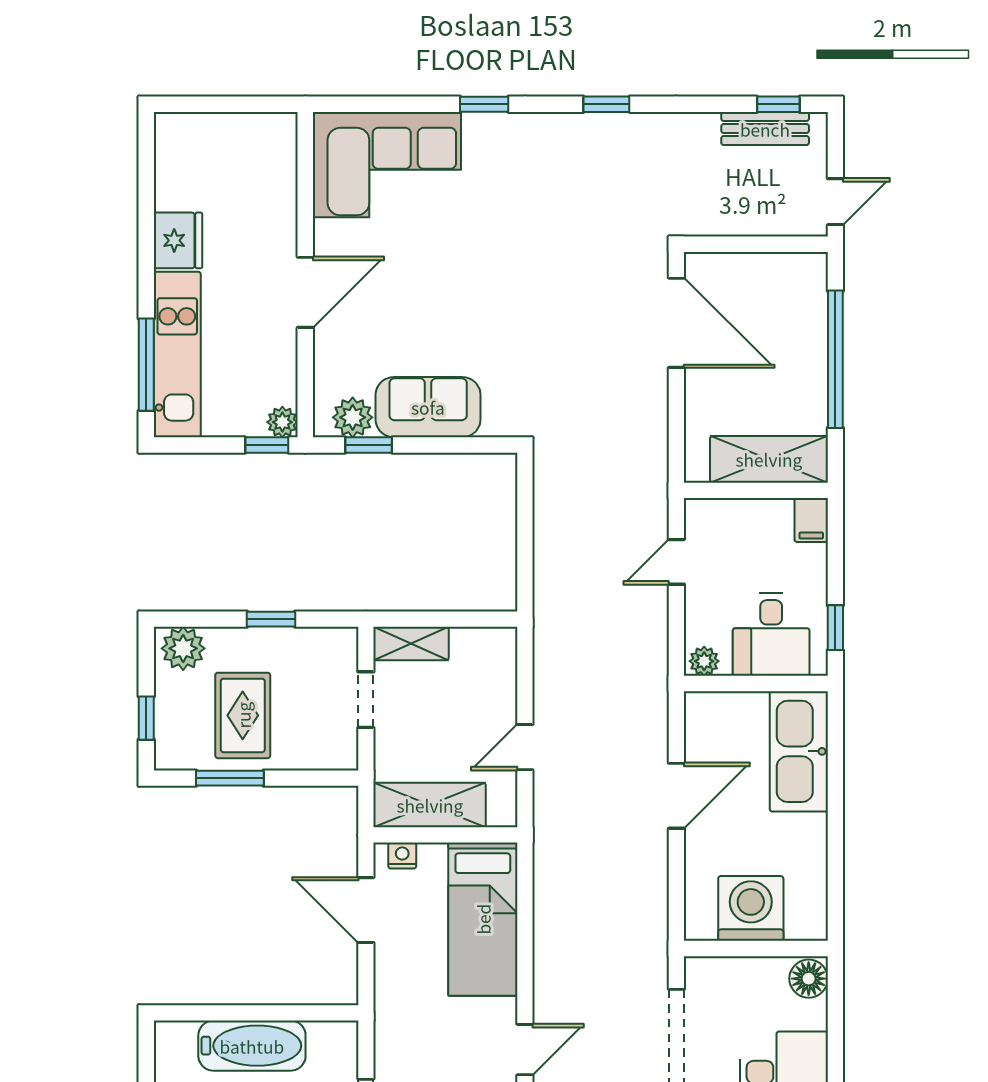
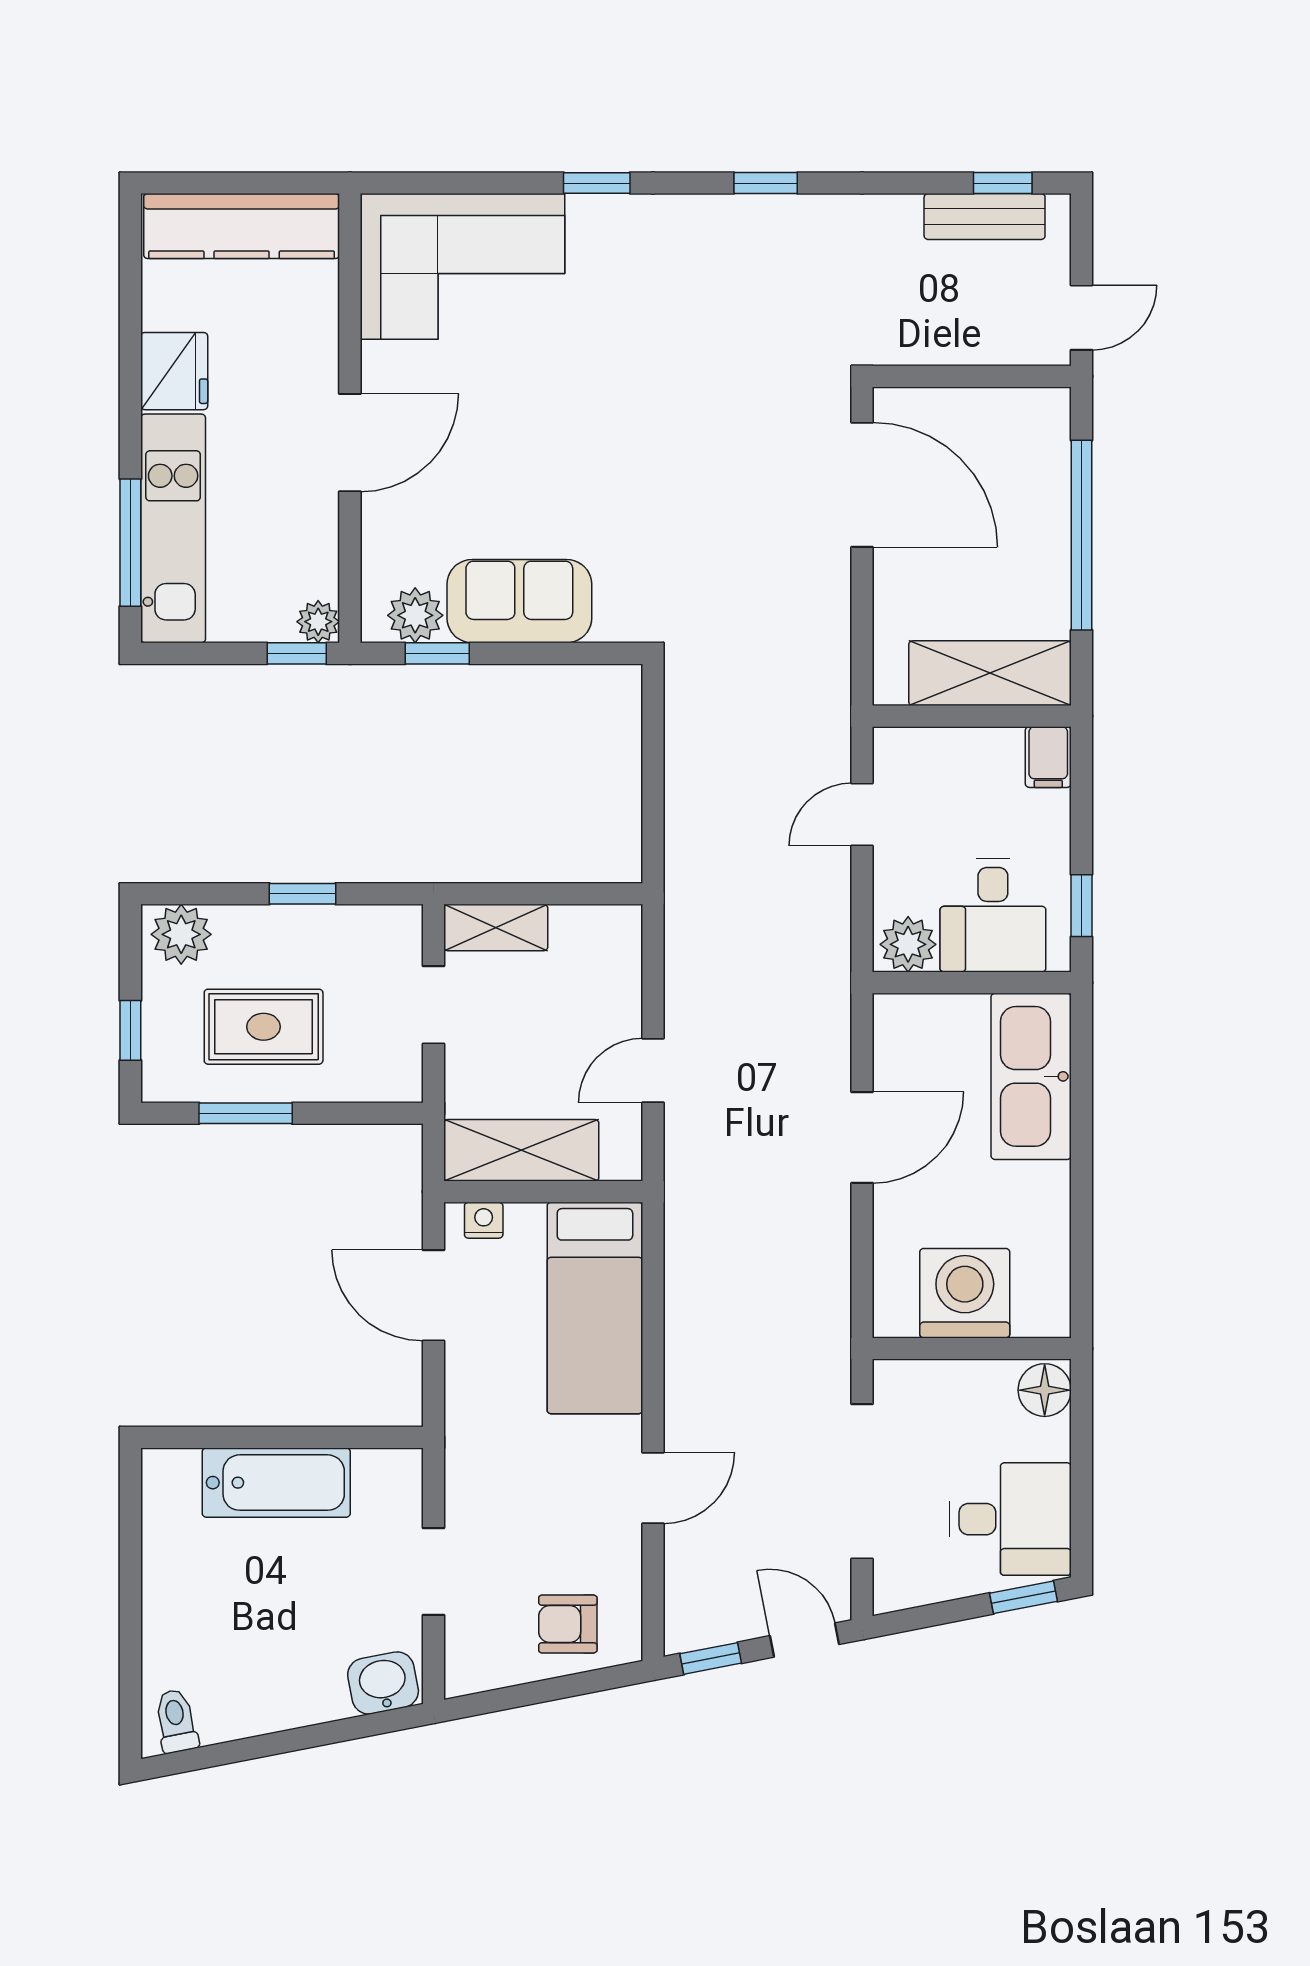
kitchen counter: (227, 135) -> (242, 226), added
plant: (704, 661) -> (908, 944), width x1.38, depth x1.38
rug: (243, 715) -> (264, 1027), turned 90

